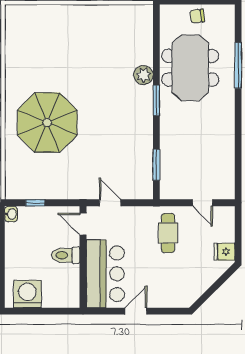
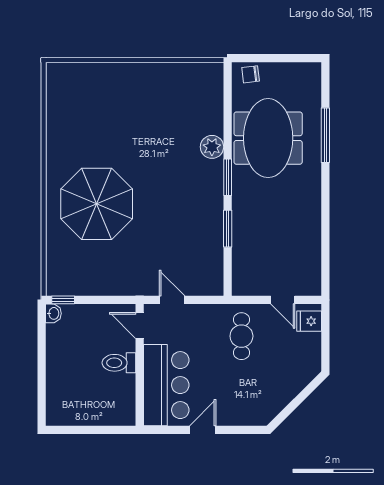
chair: (197, 16) -> (251, 74), moved
window: (156, 165) -> (228, 229), moved
window: (35, 203) -> (63, 300), moved
fridge: (224, 252) -> (309, 321), moved
washing machine: (27, 294) -> (73, 409), removed

